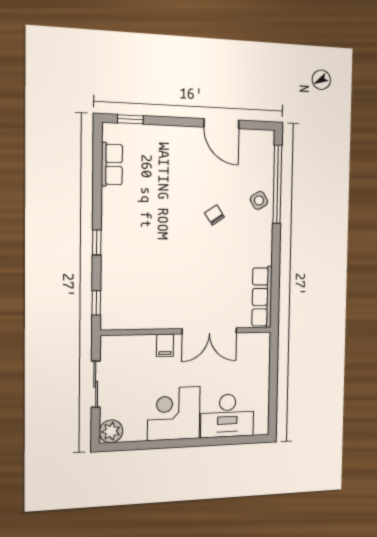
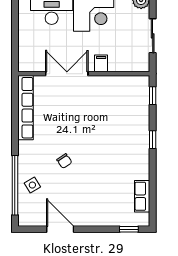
side table: (259, 200) -> (32, 185), moved
row of seats: (262, 297) -> (26, 108), width x1.36

